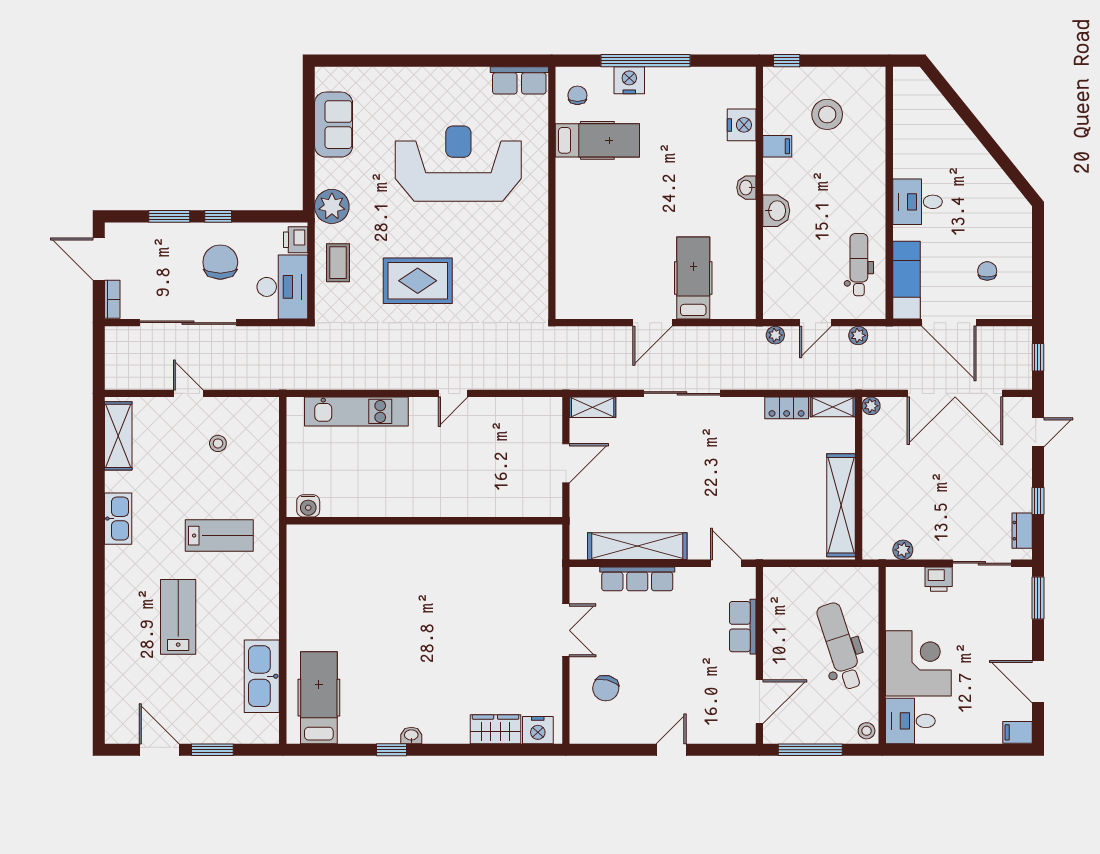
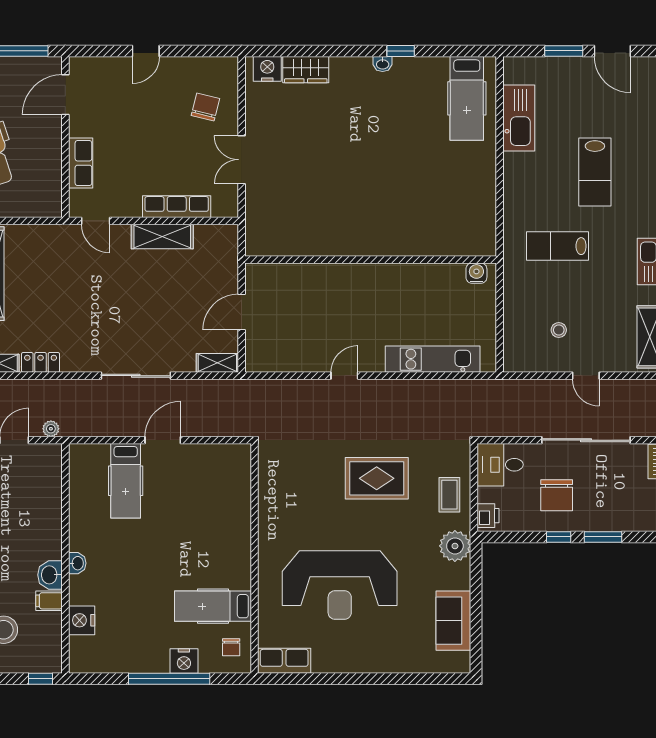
washbasin: (776, 211) -> (50, 575), moved
desk: (282, 287) -> (500, 465), width x0.73
shelving: (637, 546) -> (162, 236), width x0.68

